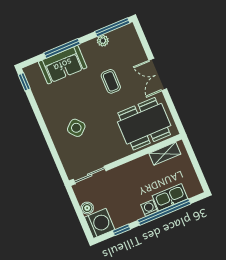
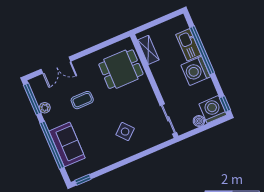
window: (62, 48) -> (52, 145), width x1.46
double door: (158, 74) -> (56, 65), moved
dining table: (144, 124) -> (121, 69), width x0.73
washing machine: (149, 208) -> (196, 71), width x1.89, depth x1.89
window: (121, 230) -> (225, 104), moved

